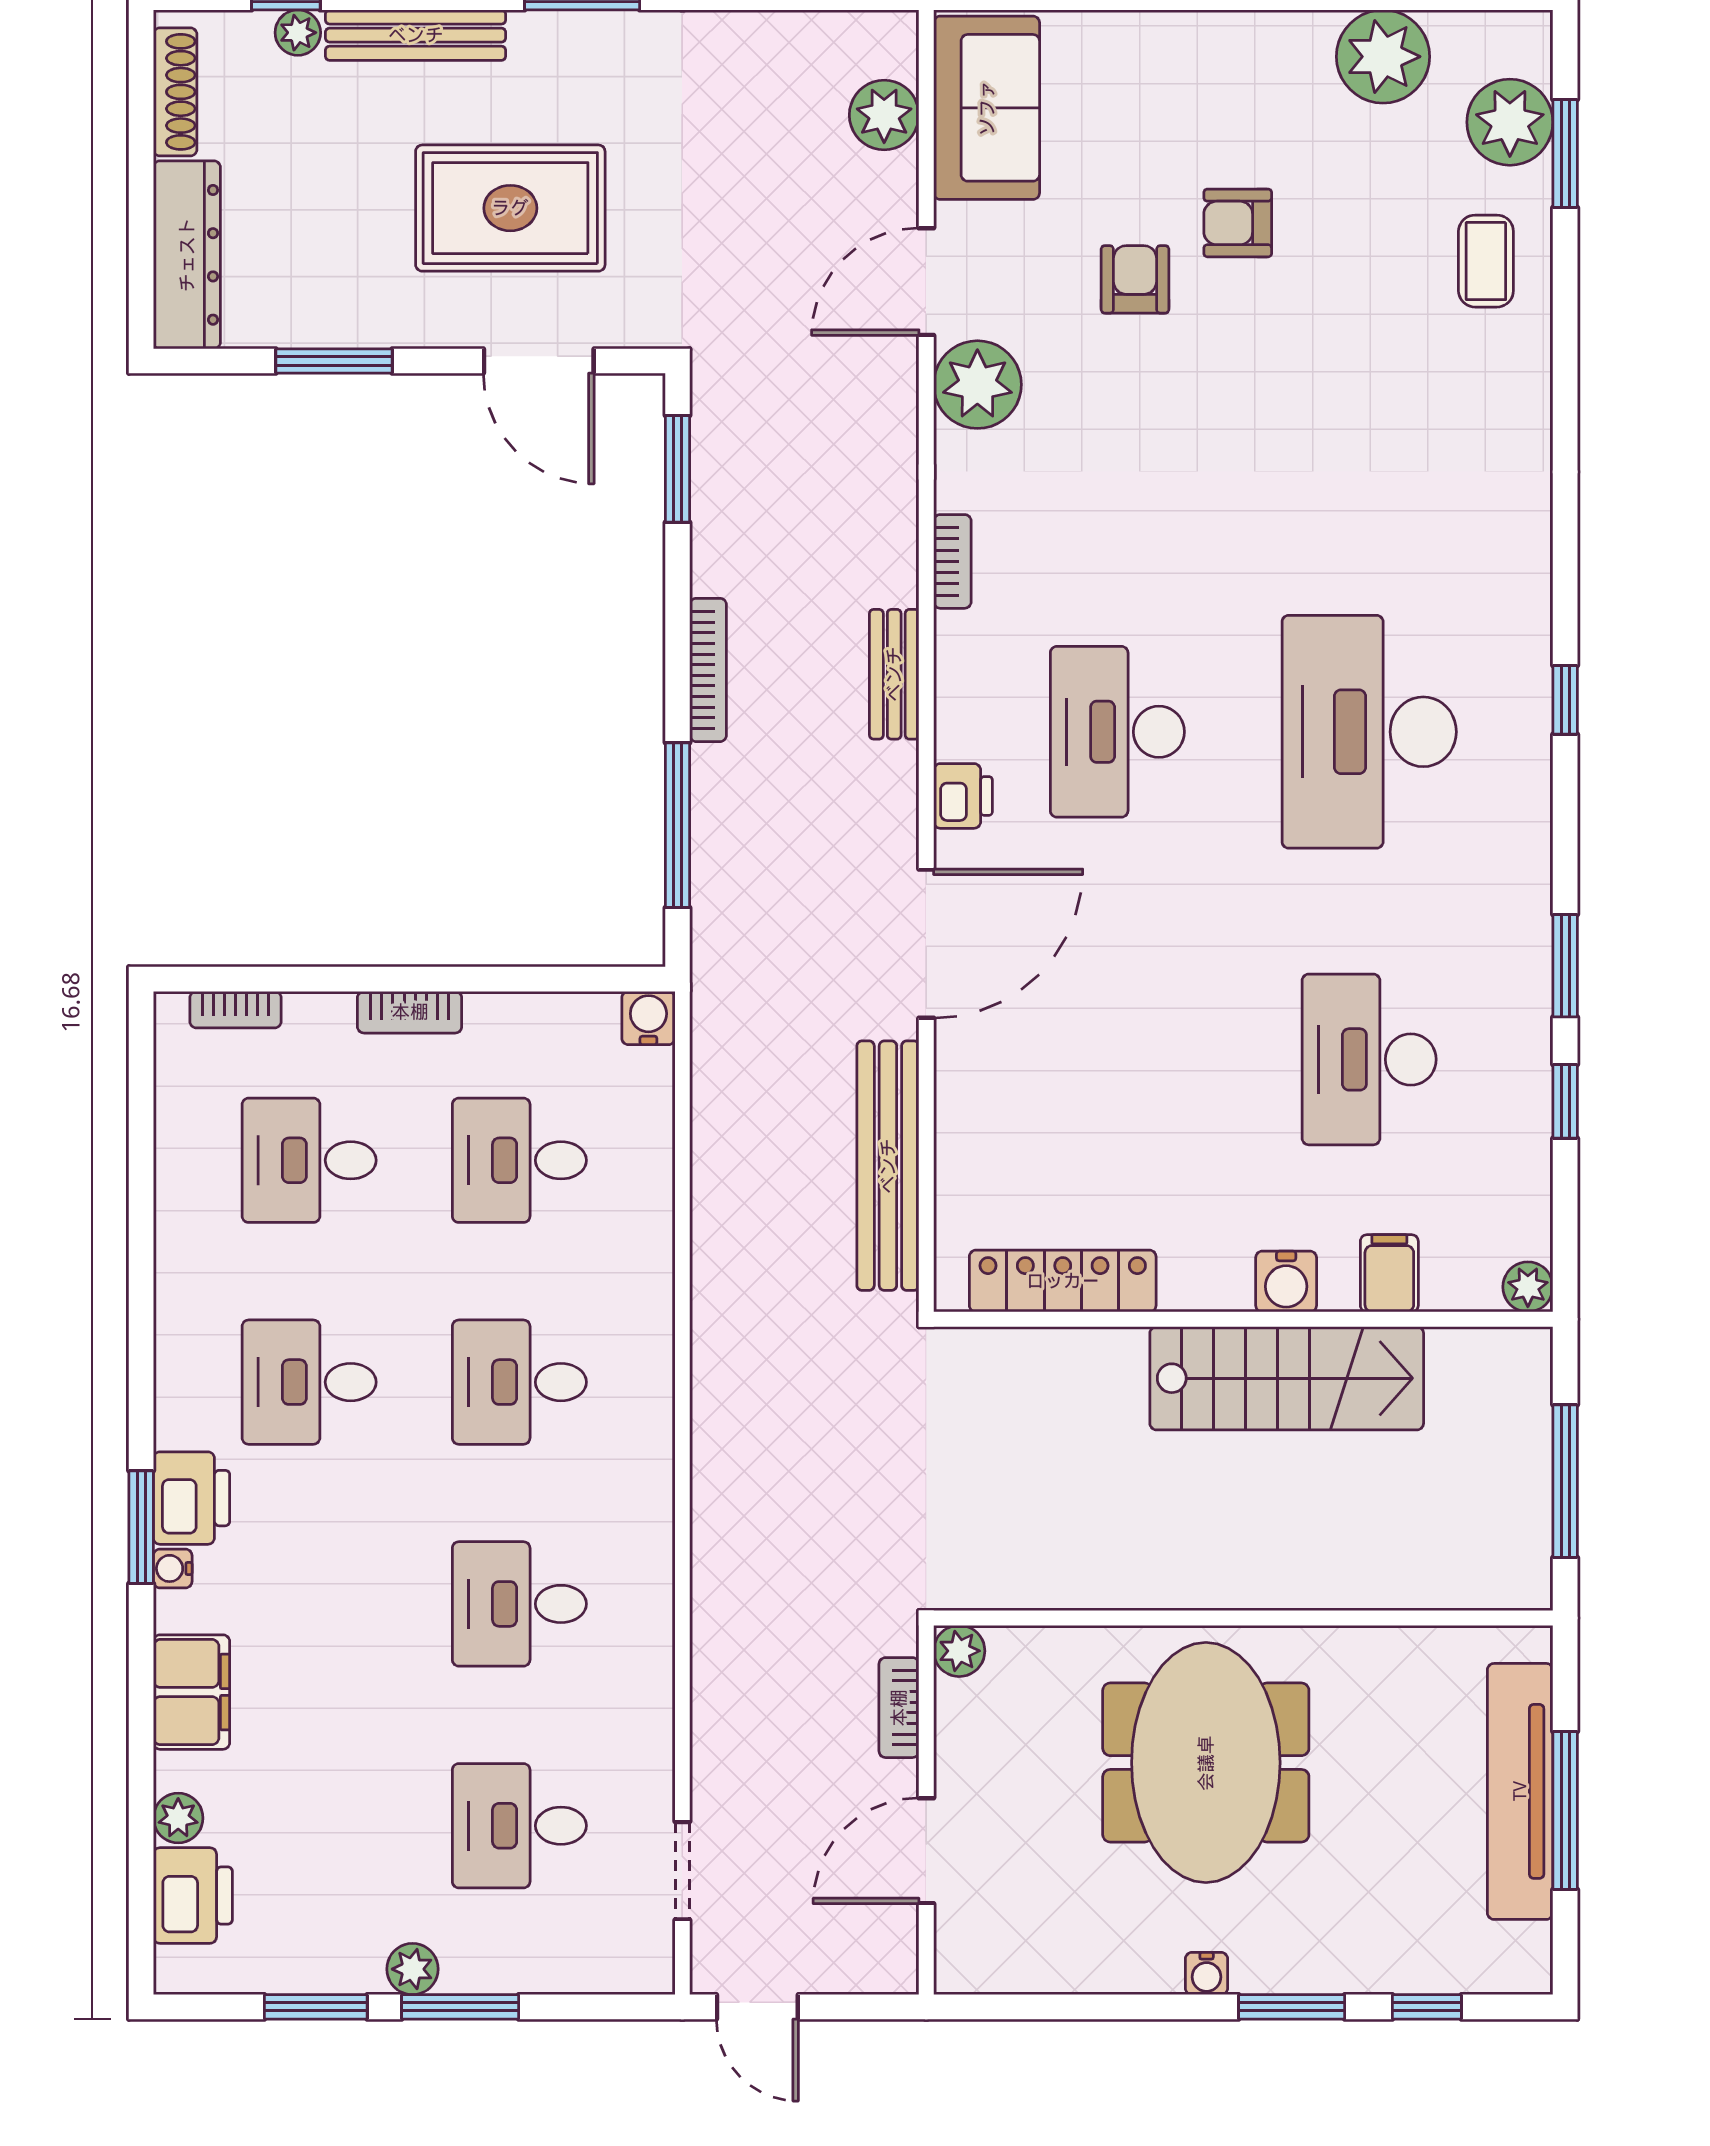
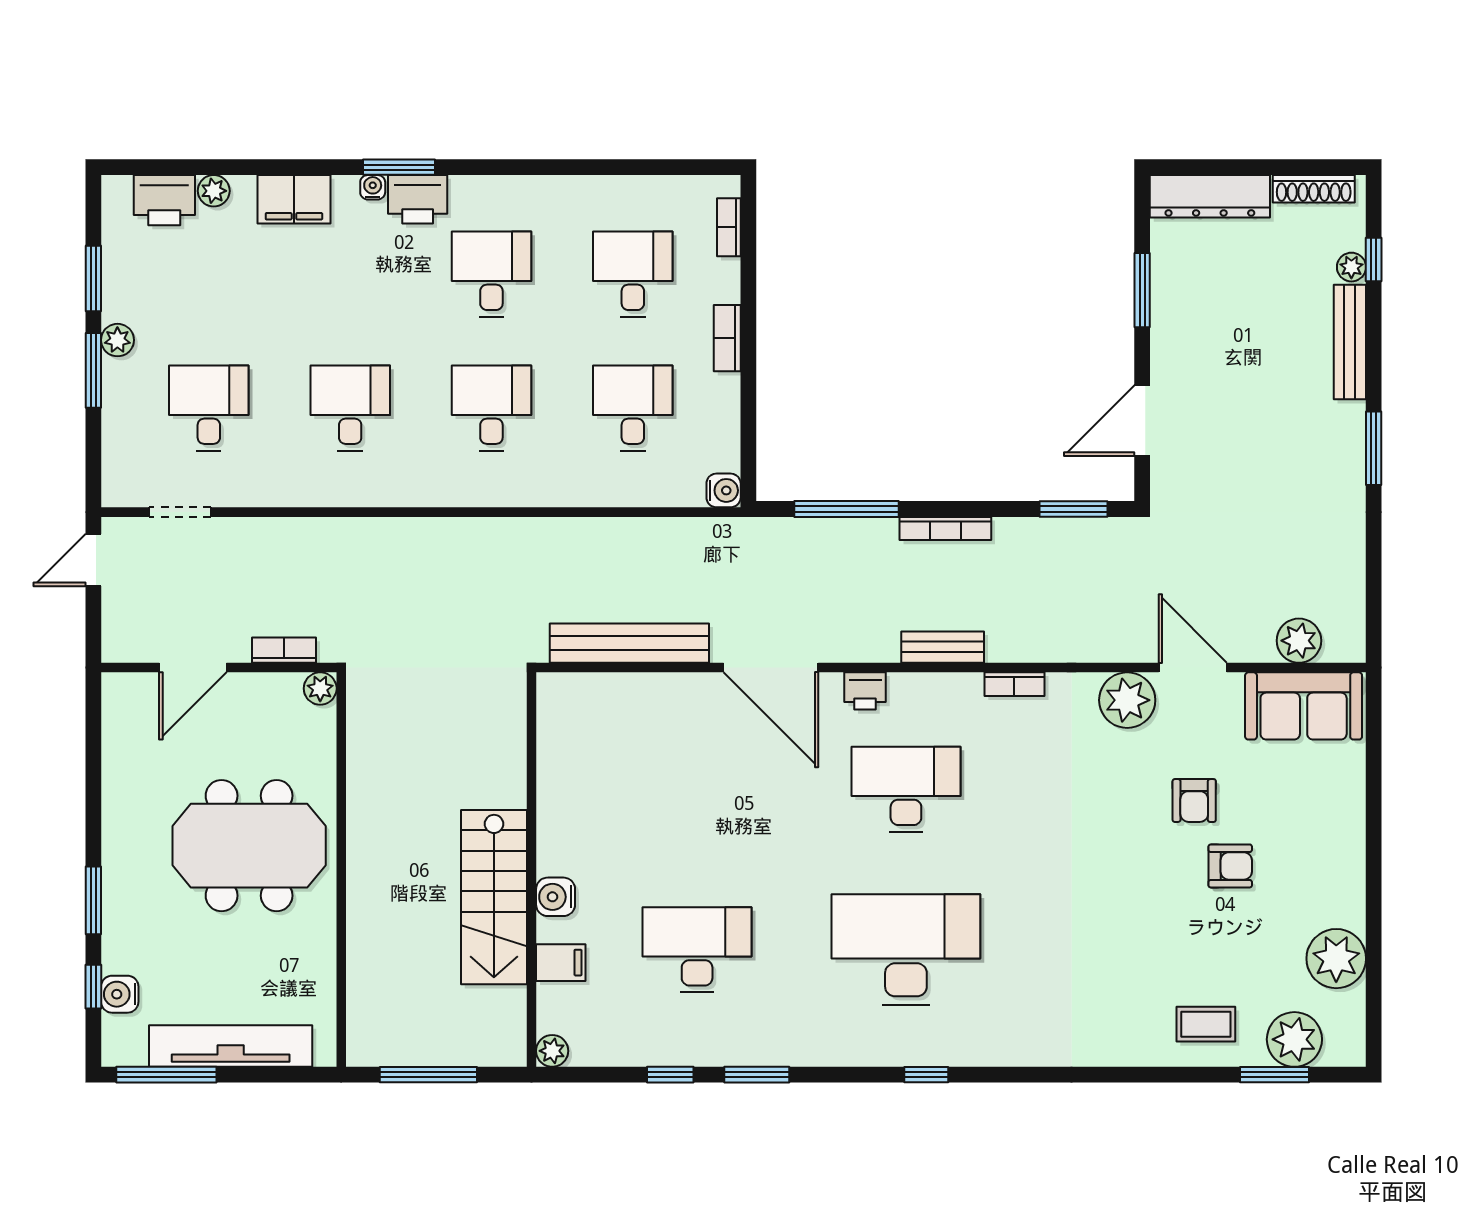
rug: (510, 208) -> (1240, 402), removed
armchair: (1238, 223) -> (1230, 866), turned 90
armchair: (1135, 279) -> (1194, 801), turned 90
locker: (1063, 1281) -> (556, 754), removed
window: (1565, 1810) -> (166, 1075), moved
door: (926, 1851) -> (193, 668), swing flipped
water cooler: (1207, 1974) -> (120, 994), moved, width x1.38, depth x1.38

